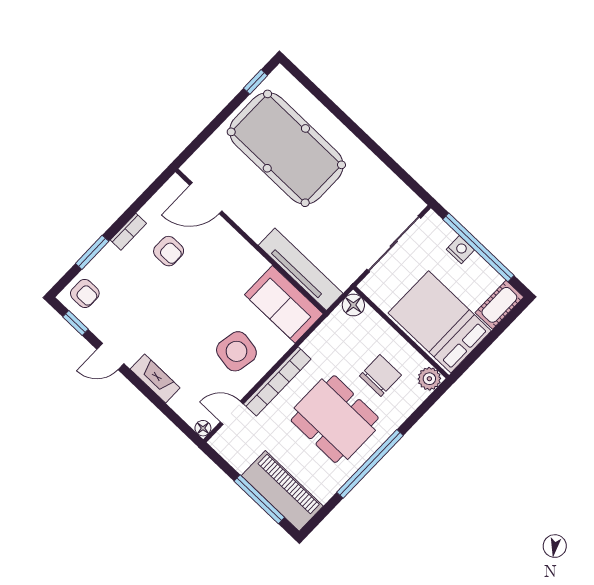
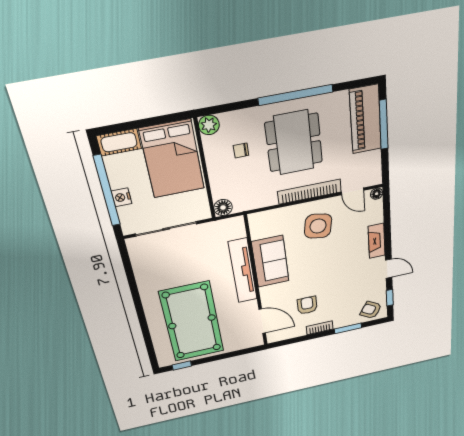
tv unit: (301, 269) -> (243, 271), moved
armchair: (85, 293) -> (371, 310), turned -59
sofa: (284, 304) -> (270, 261), moved
chair: (380, 375) -> (241, 150), width x0.54, depth x0.54

